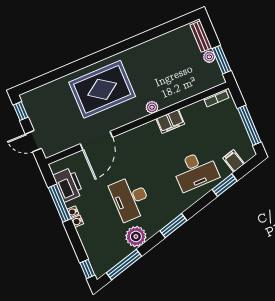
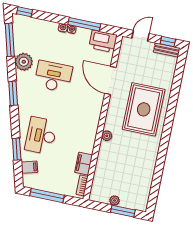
bench: (201, 37) -> (167, 50), moved
window: (222, 60) -> (123, 211), moved
filing cabinet: (170, 121) -> (84, 164), moved
printer: (68, 185) -> (103, 41), moved

